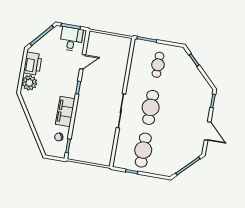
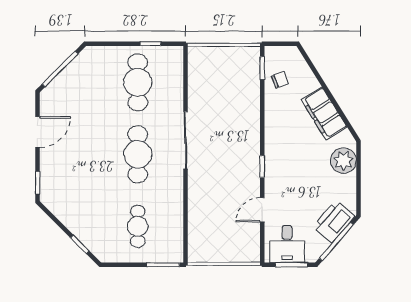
printer: (33, 64) -> (334, 221), moved, turned 41
filing cabinet: (65, 112) -> (324, 113), moved, turned 148
door: (208, 131) -> (38, 132), swing flipped

